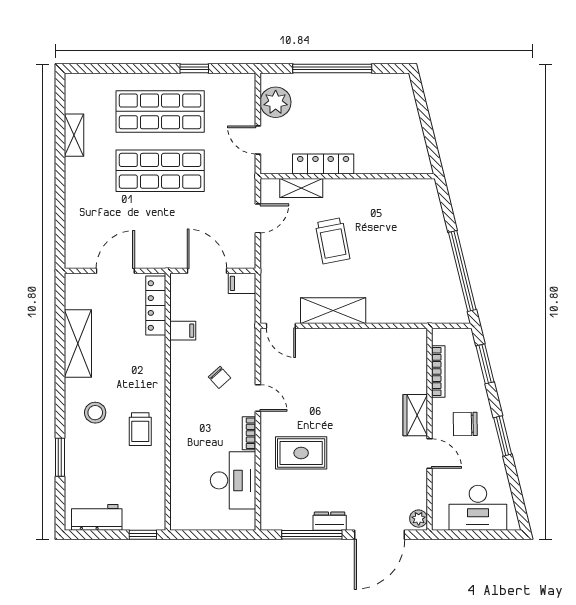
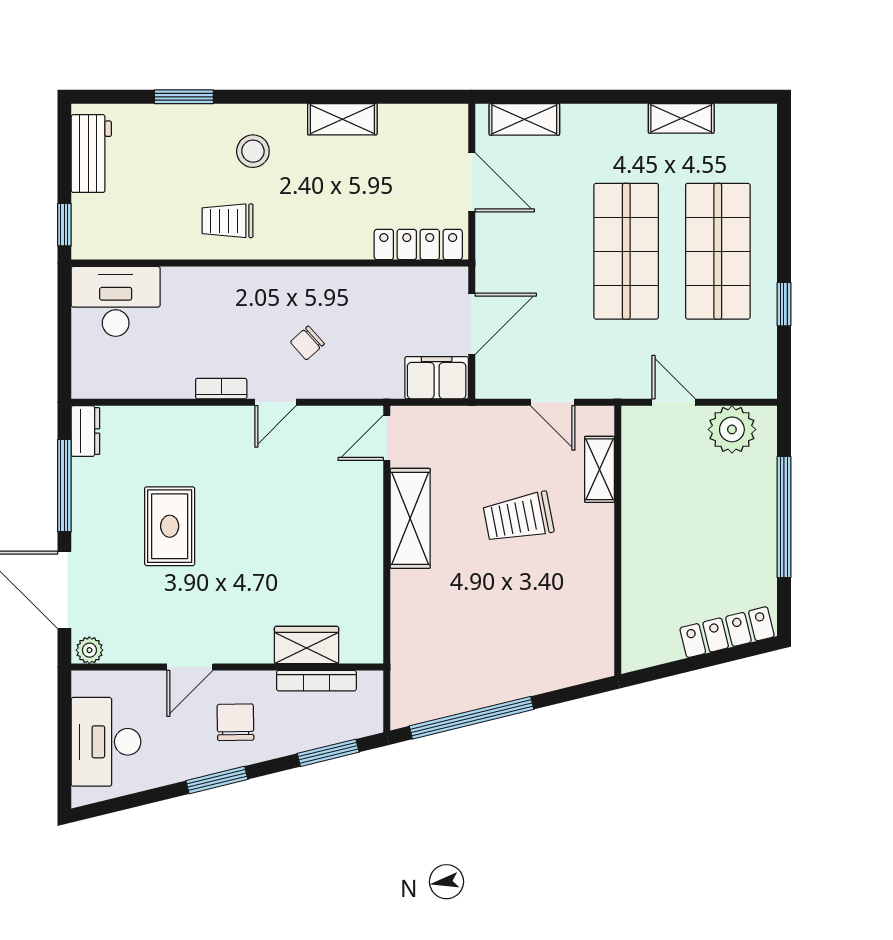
door: (258, 140) -> (674, 402), hinge flipped
locker: (323, 164) -> (727, 632), moved, turned -104
shelving: (75, 237) -> (524, 119), added
filing cabinet: (242, 283) -> (437, 378), width x2.00
filing cabinet: (183, 331) -> (379, 286), removed
shelving: (78, 343) -> (342, 119), width x0.67, depth x0.75
wardrobe: (415, 415) -> (307, 645), moved
rug: (301, 453) -> (170, 526), moved
desk: (233, 480) -> (116, 301), moved, turned 180
dresser: (330, 521) -> (85, 431), moved

